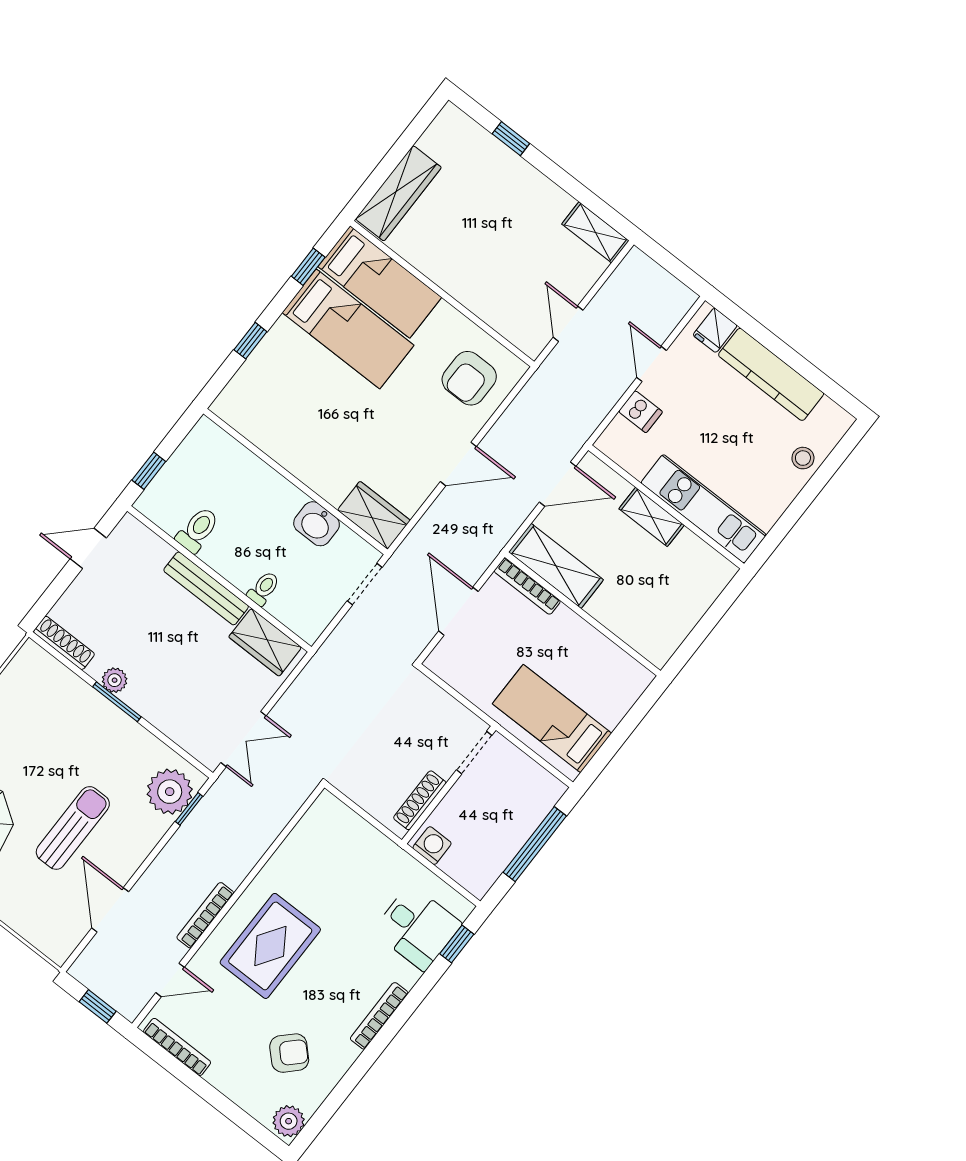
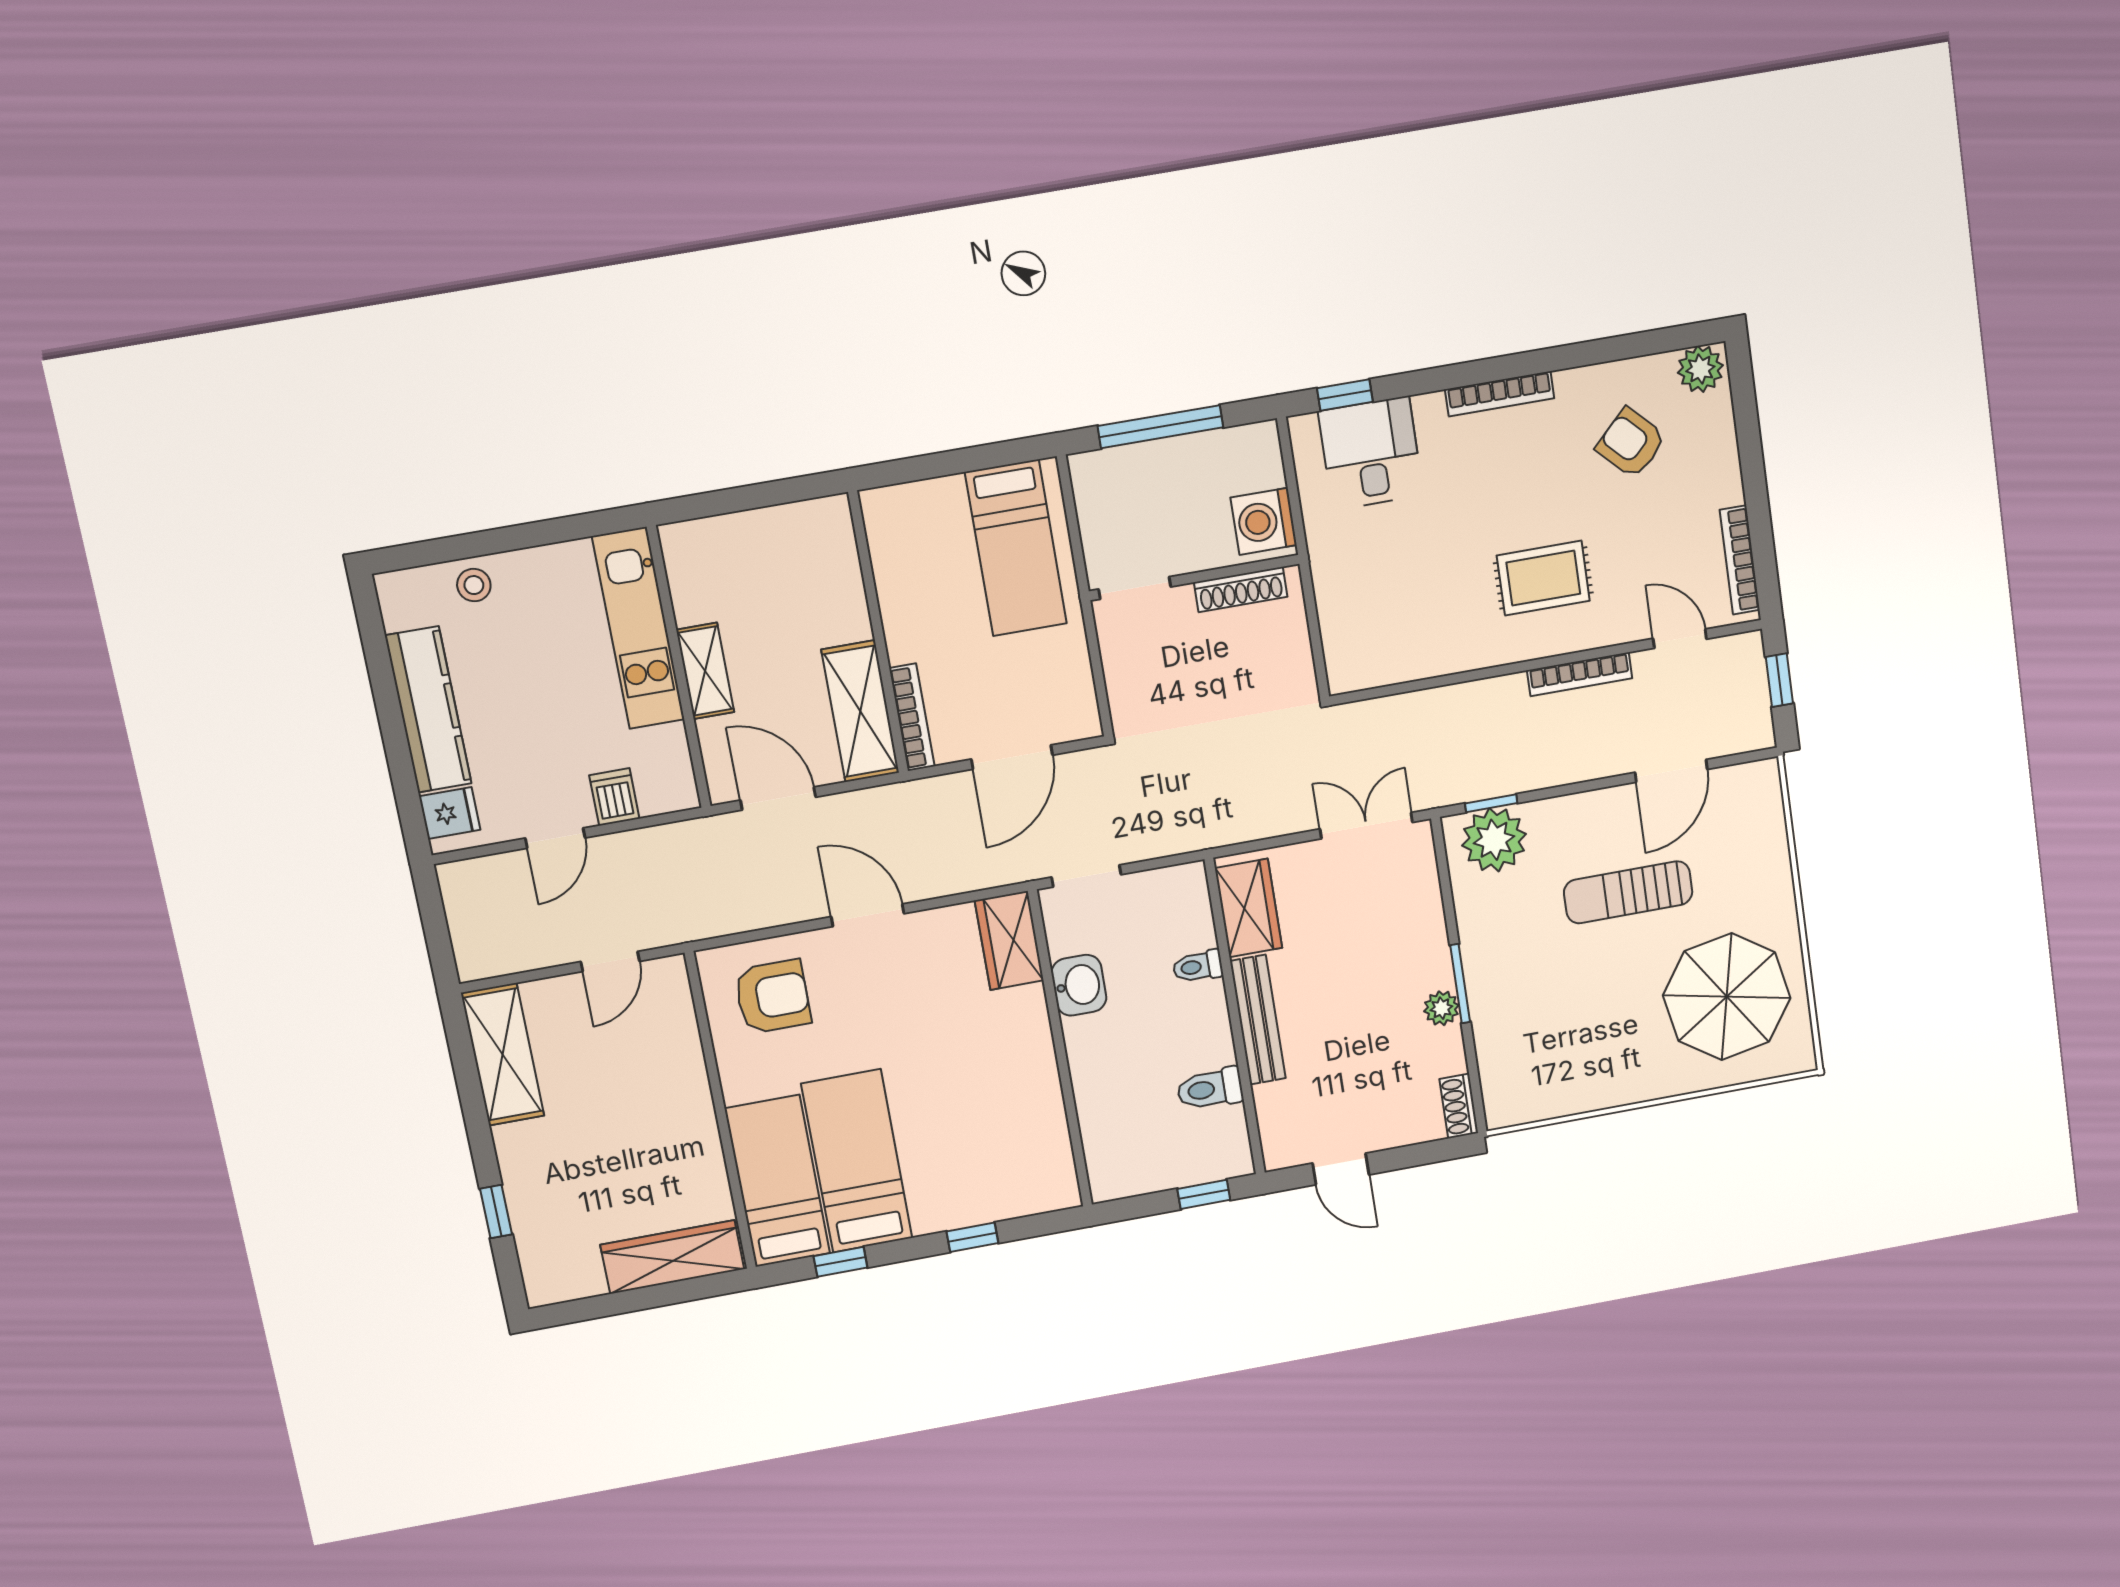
shelving: (595, 232) -> (503, 1054), width x1.50, depth x1.33
shoe rack: (64, 643) -> (1459, 1106), width x0.70
washing machine: (432, 846) -> (1264, 521), width x1.38, depth x1.38
rug: (270, 946) -> (1543, 578), width x0.73, depth x0.70

